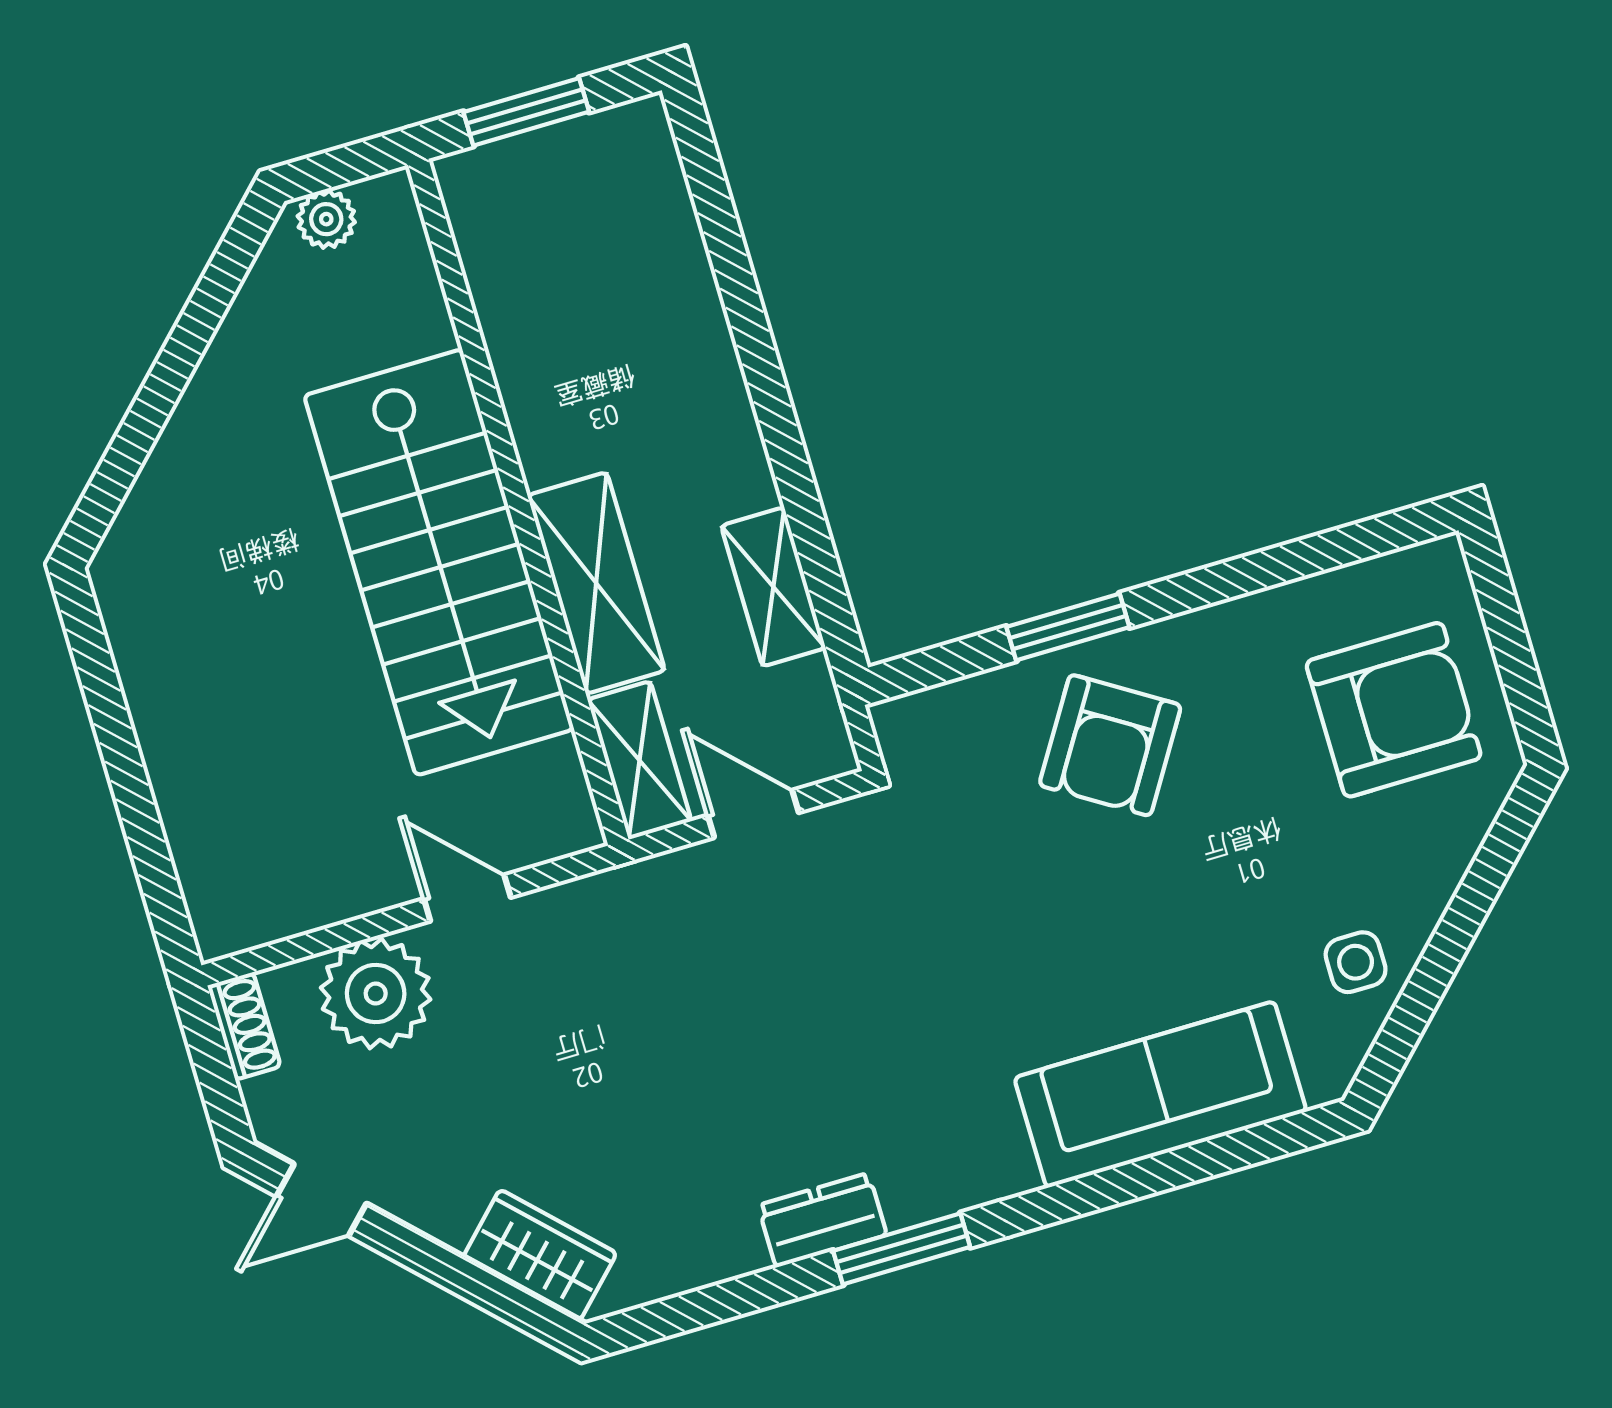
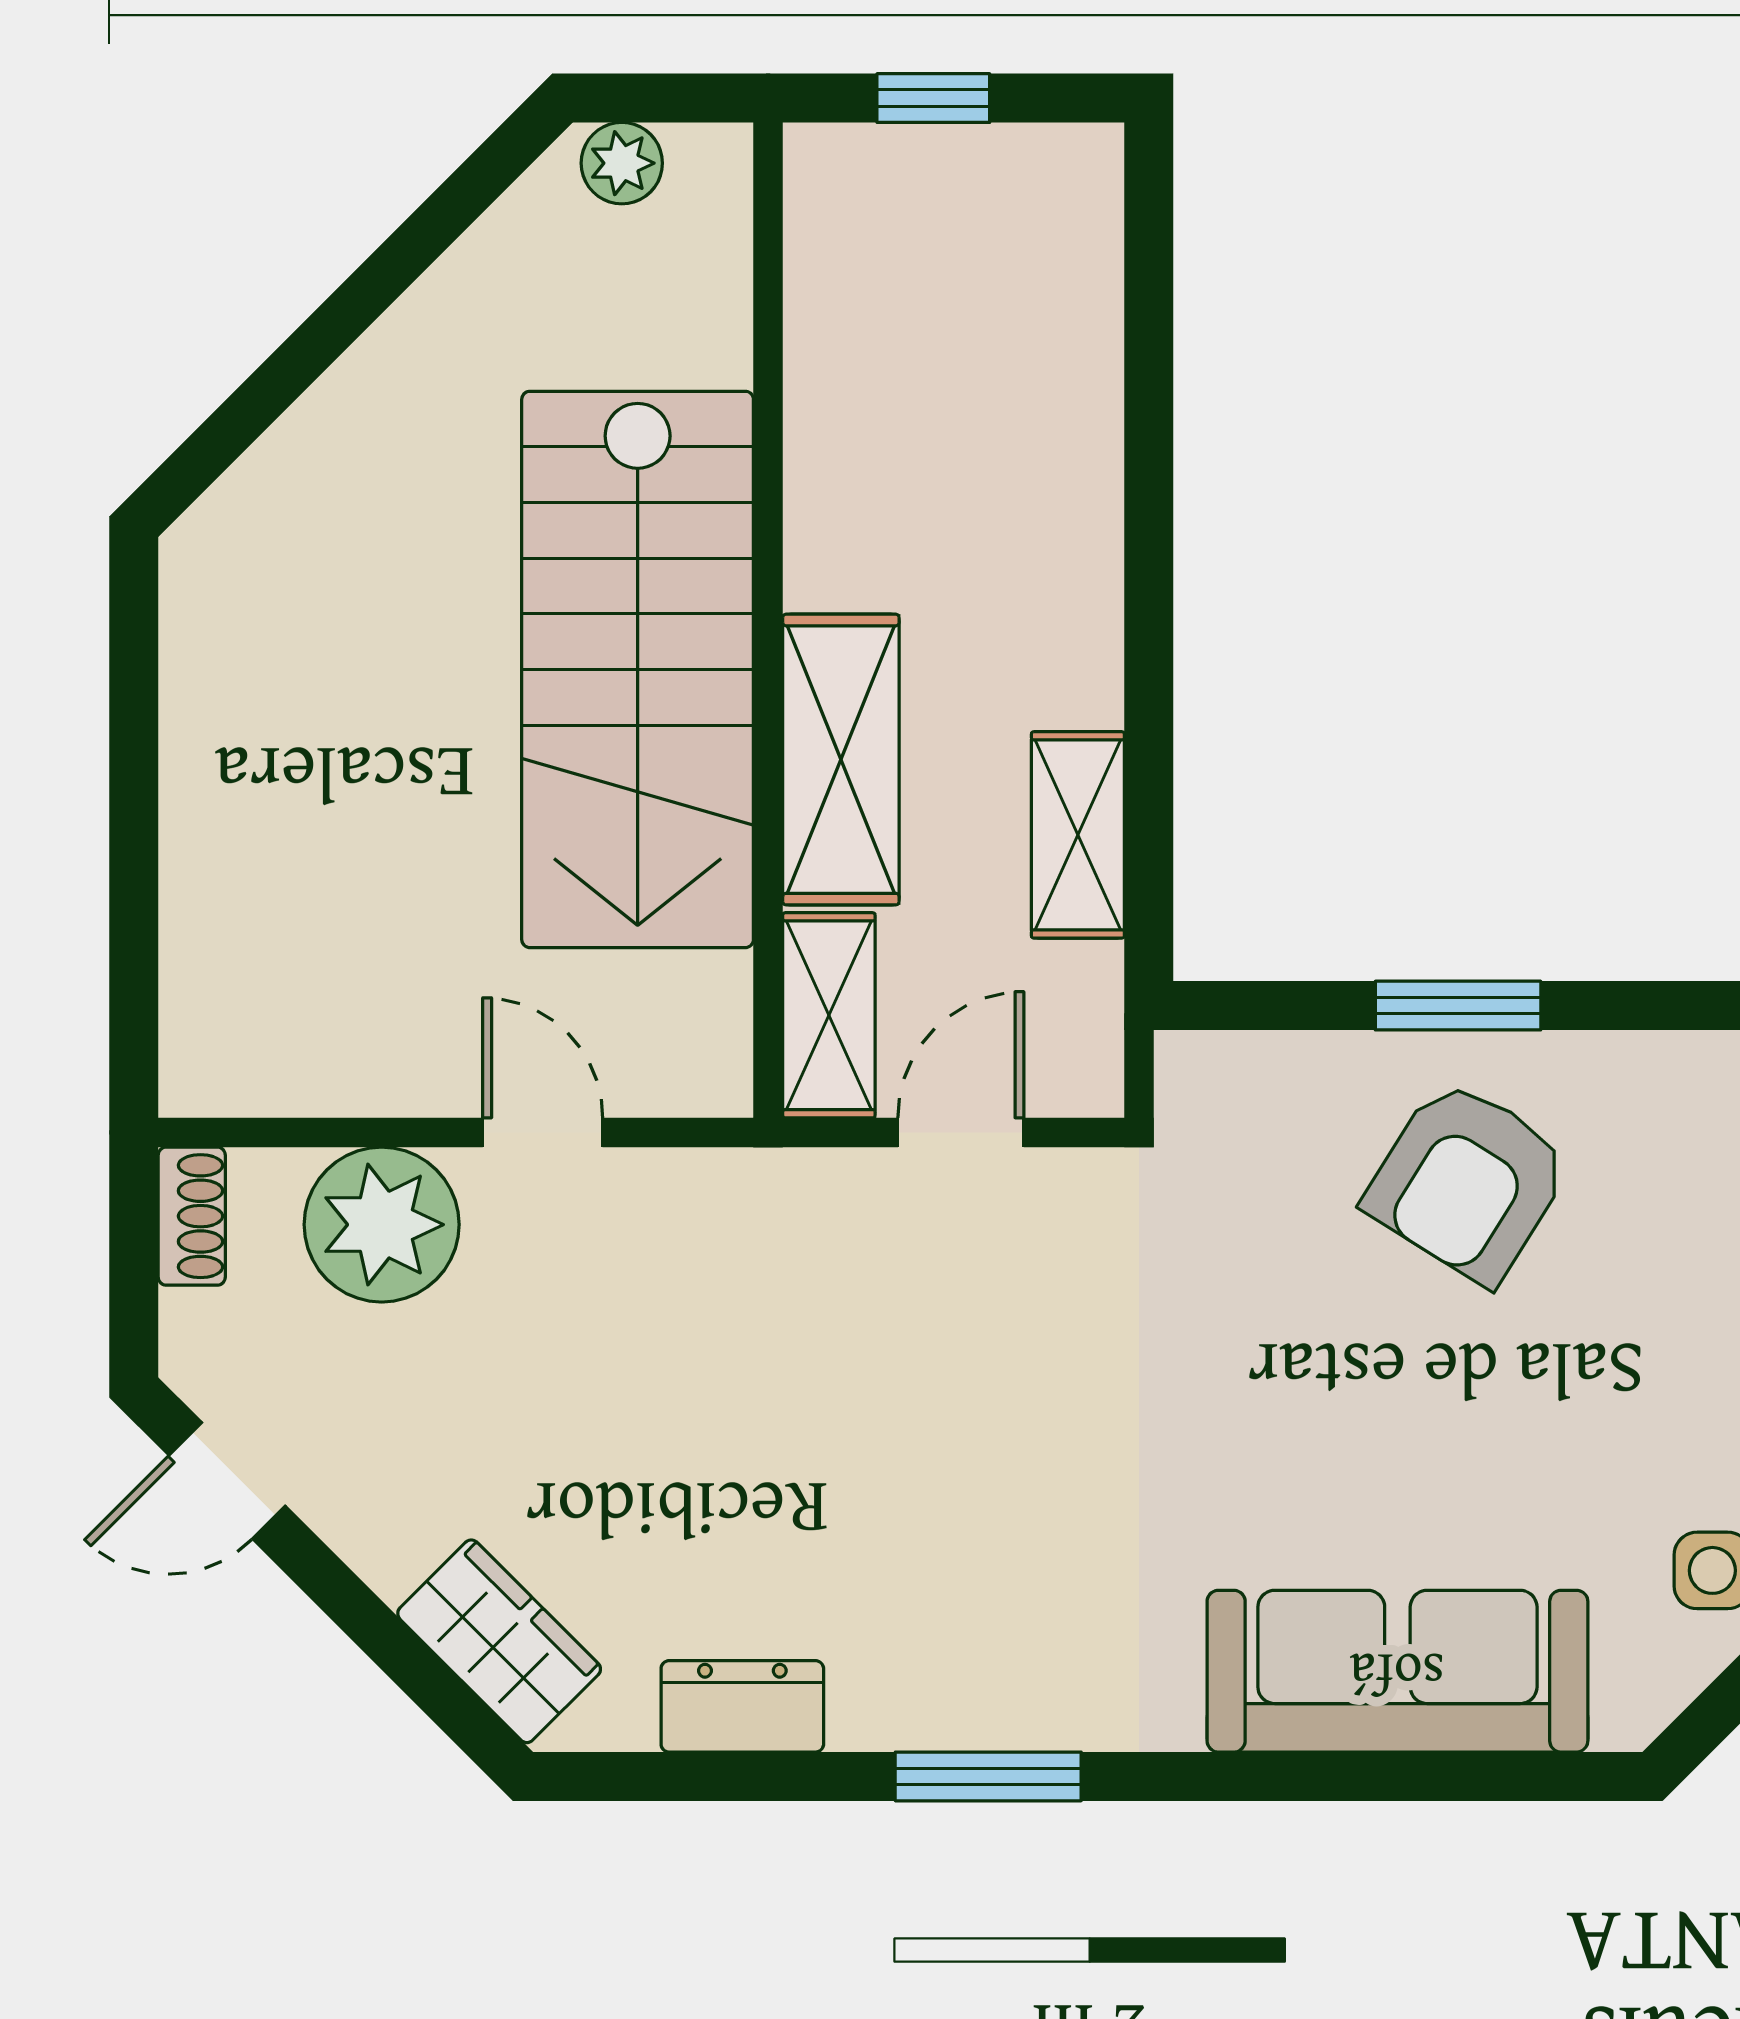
window: (526, 112) -> (933, 98), width x0.67
door: (753, 814) -> (961, 1132), hinge flipped
dresser: (822, 1220) -> (742, 1706), moved

